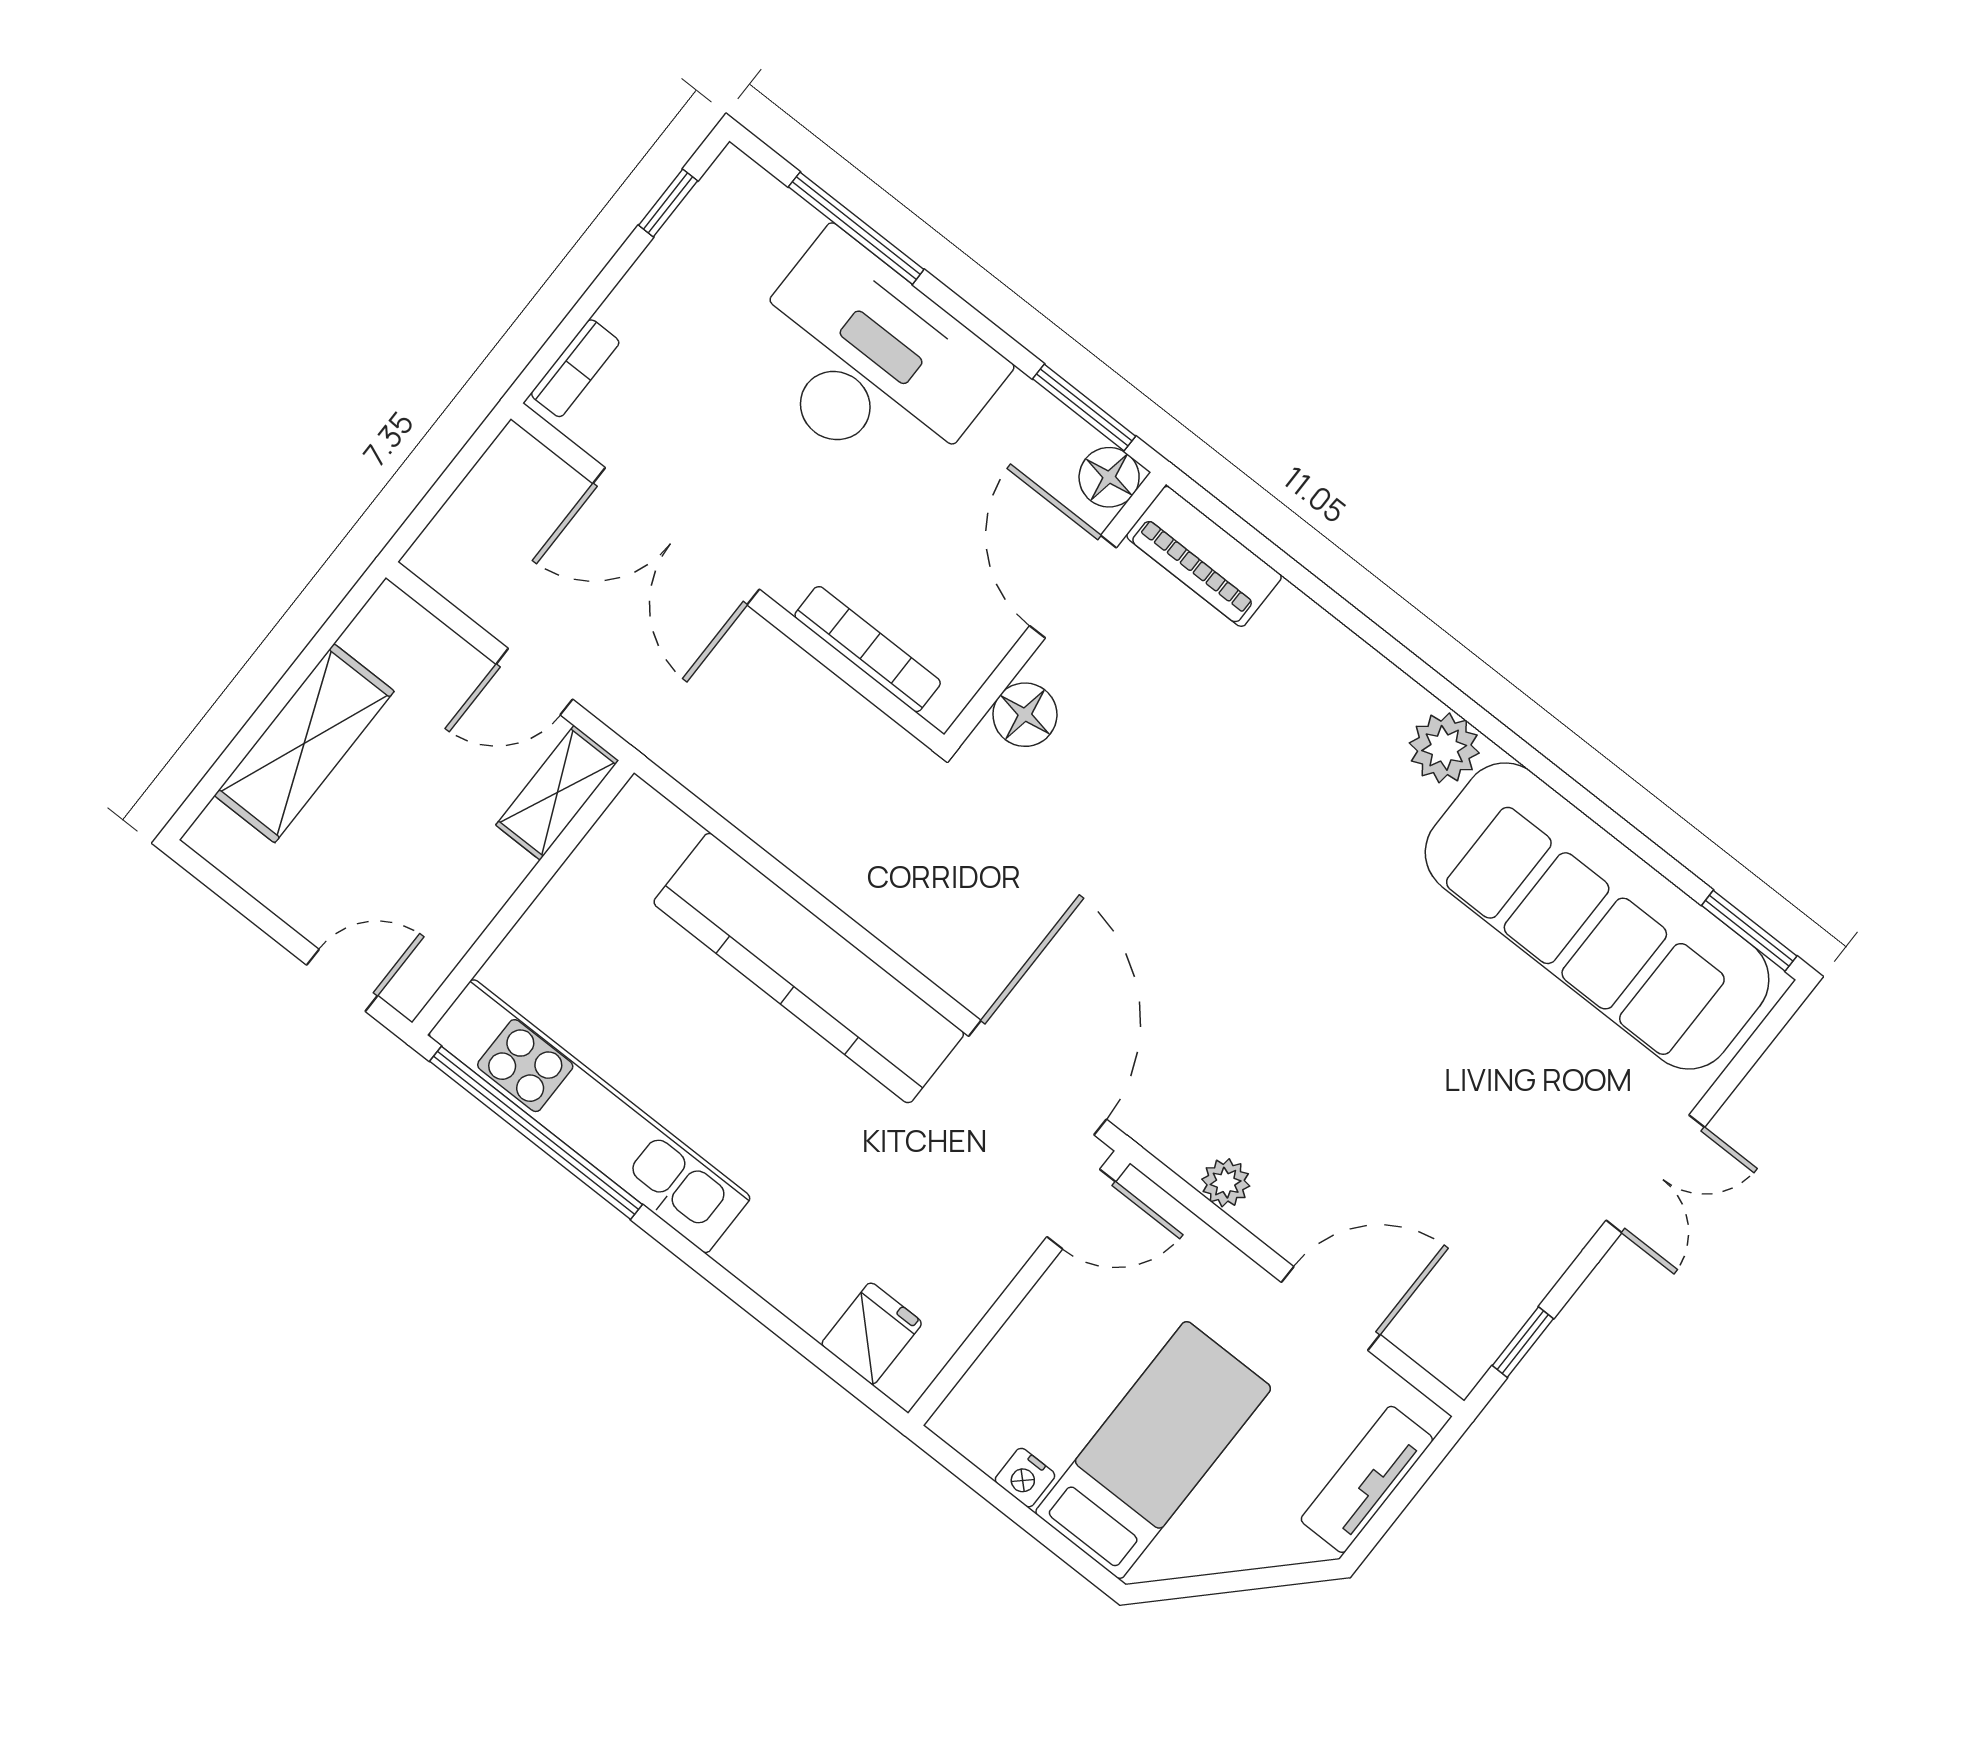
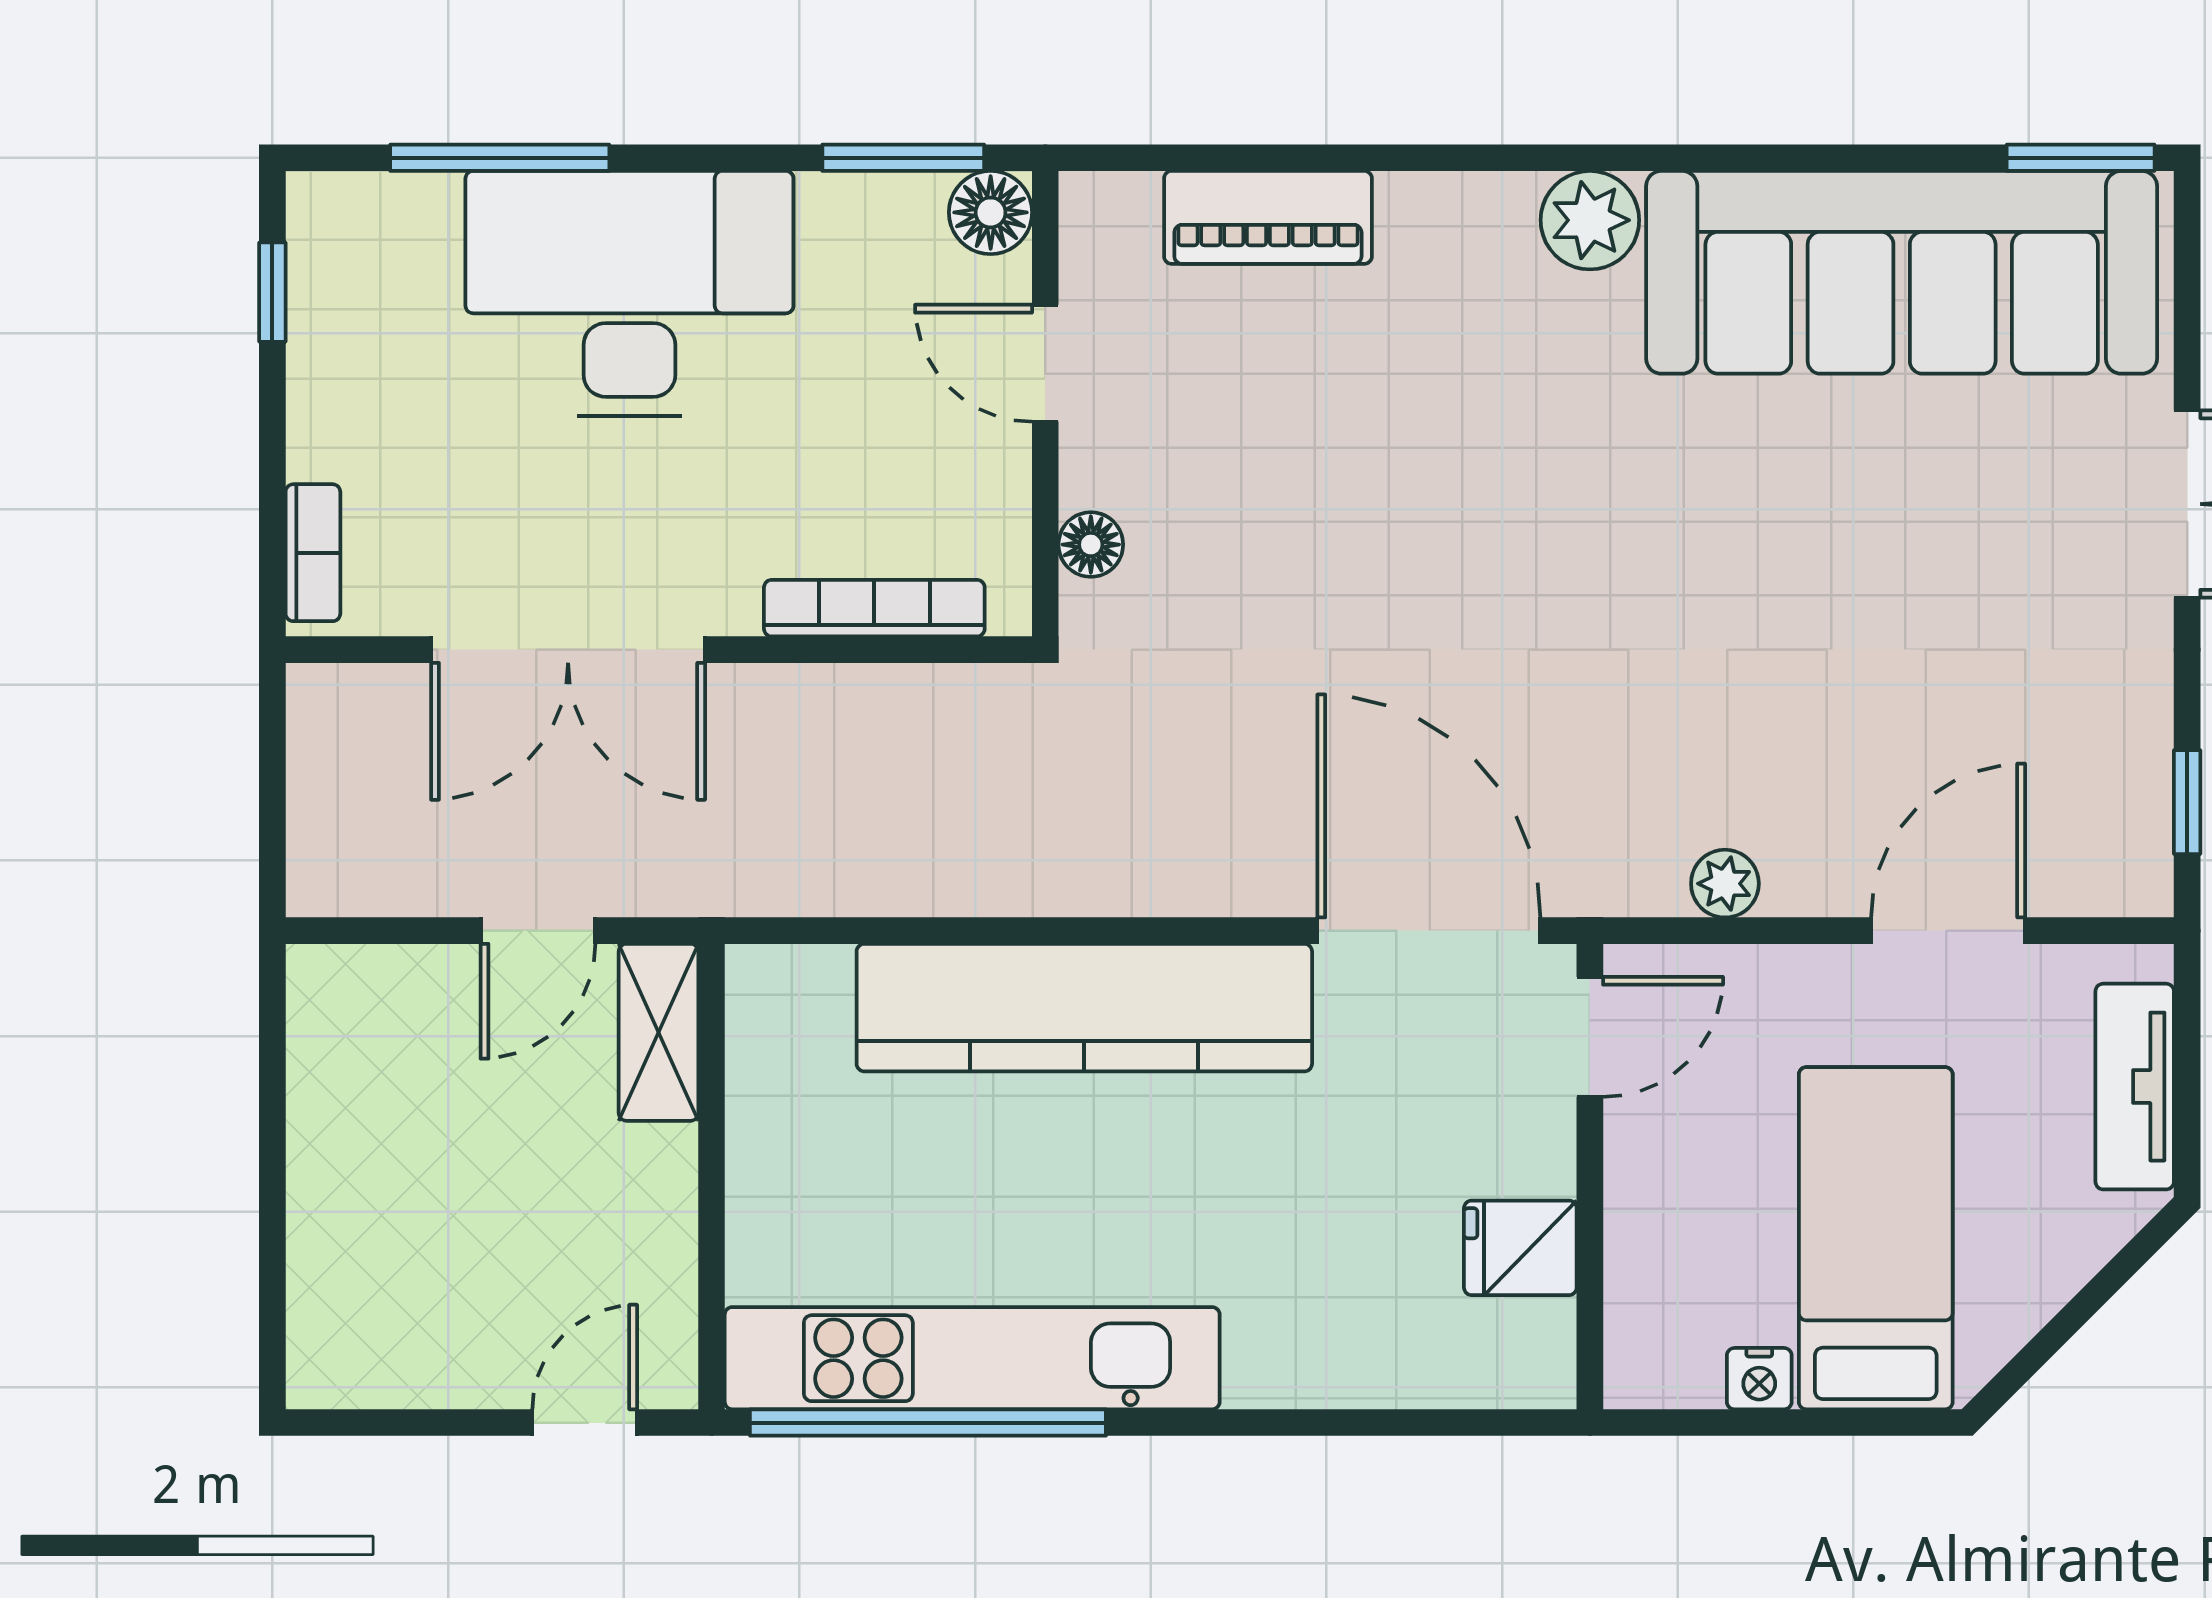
piano: (1204, 556) -> (1268, 217), moved
door: (1073, 587) -> (1045, 363), width x0.73
floor lamp: (1025, 715) -> (1091, 545), width x0.73, depth x0.73
shelving: (304, 743) -> (339, 1196), removed
fridge: (872, 1333) -> (1520, 1248), moved, turned -90

